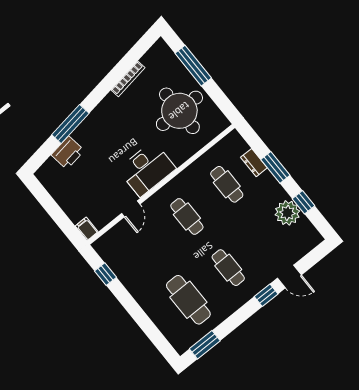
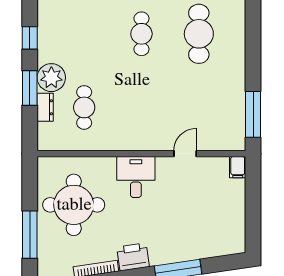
printer: (68, 153) -> (133, 257), moved
desk: (147, 169) -> (136, 177), width x0.73
plant: (287, 213) -> (51, 78), moved
cafe table: (187, 216) -> (141, 107), removed
window: (105, 274) -> (253, 114), width x2.17

